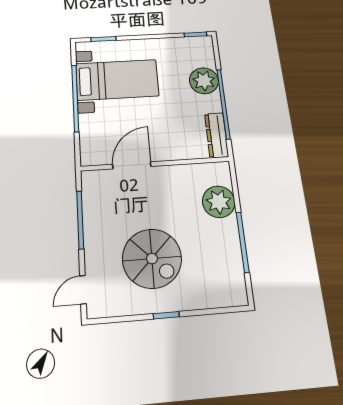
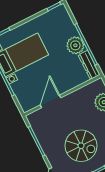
plant: (204, 81) -> (75, 45), moved

